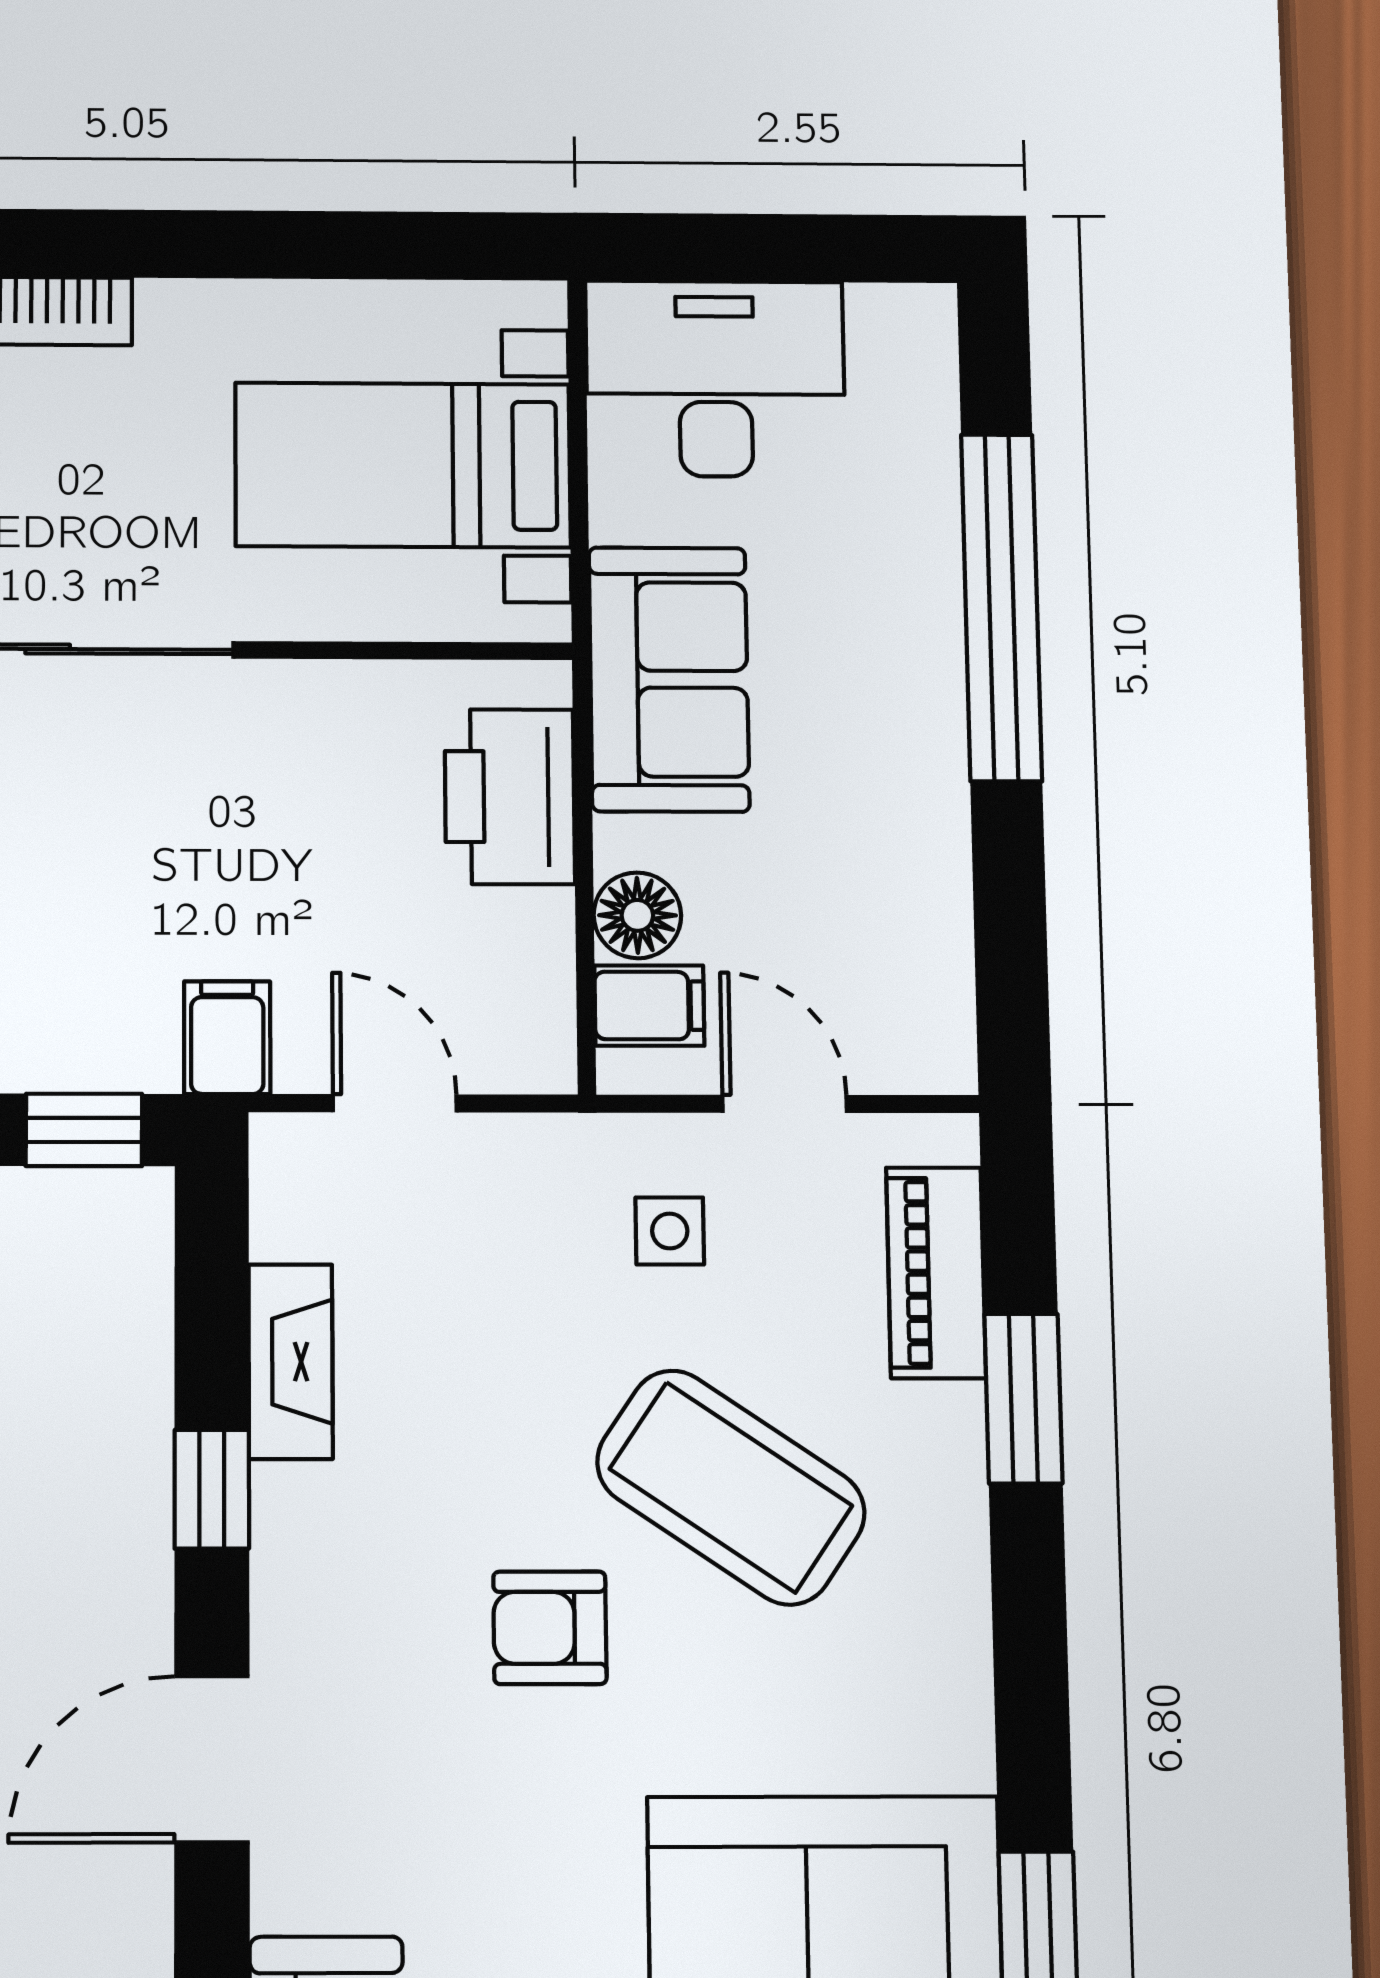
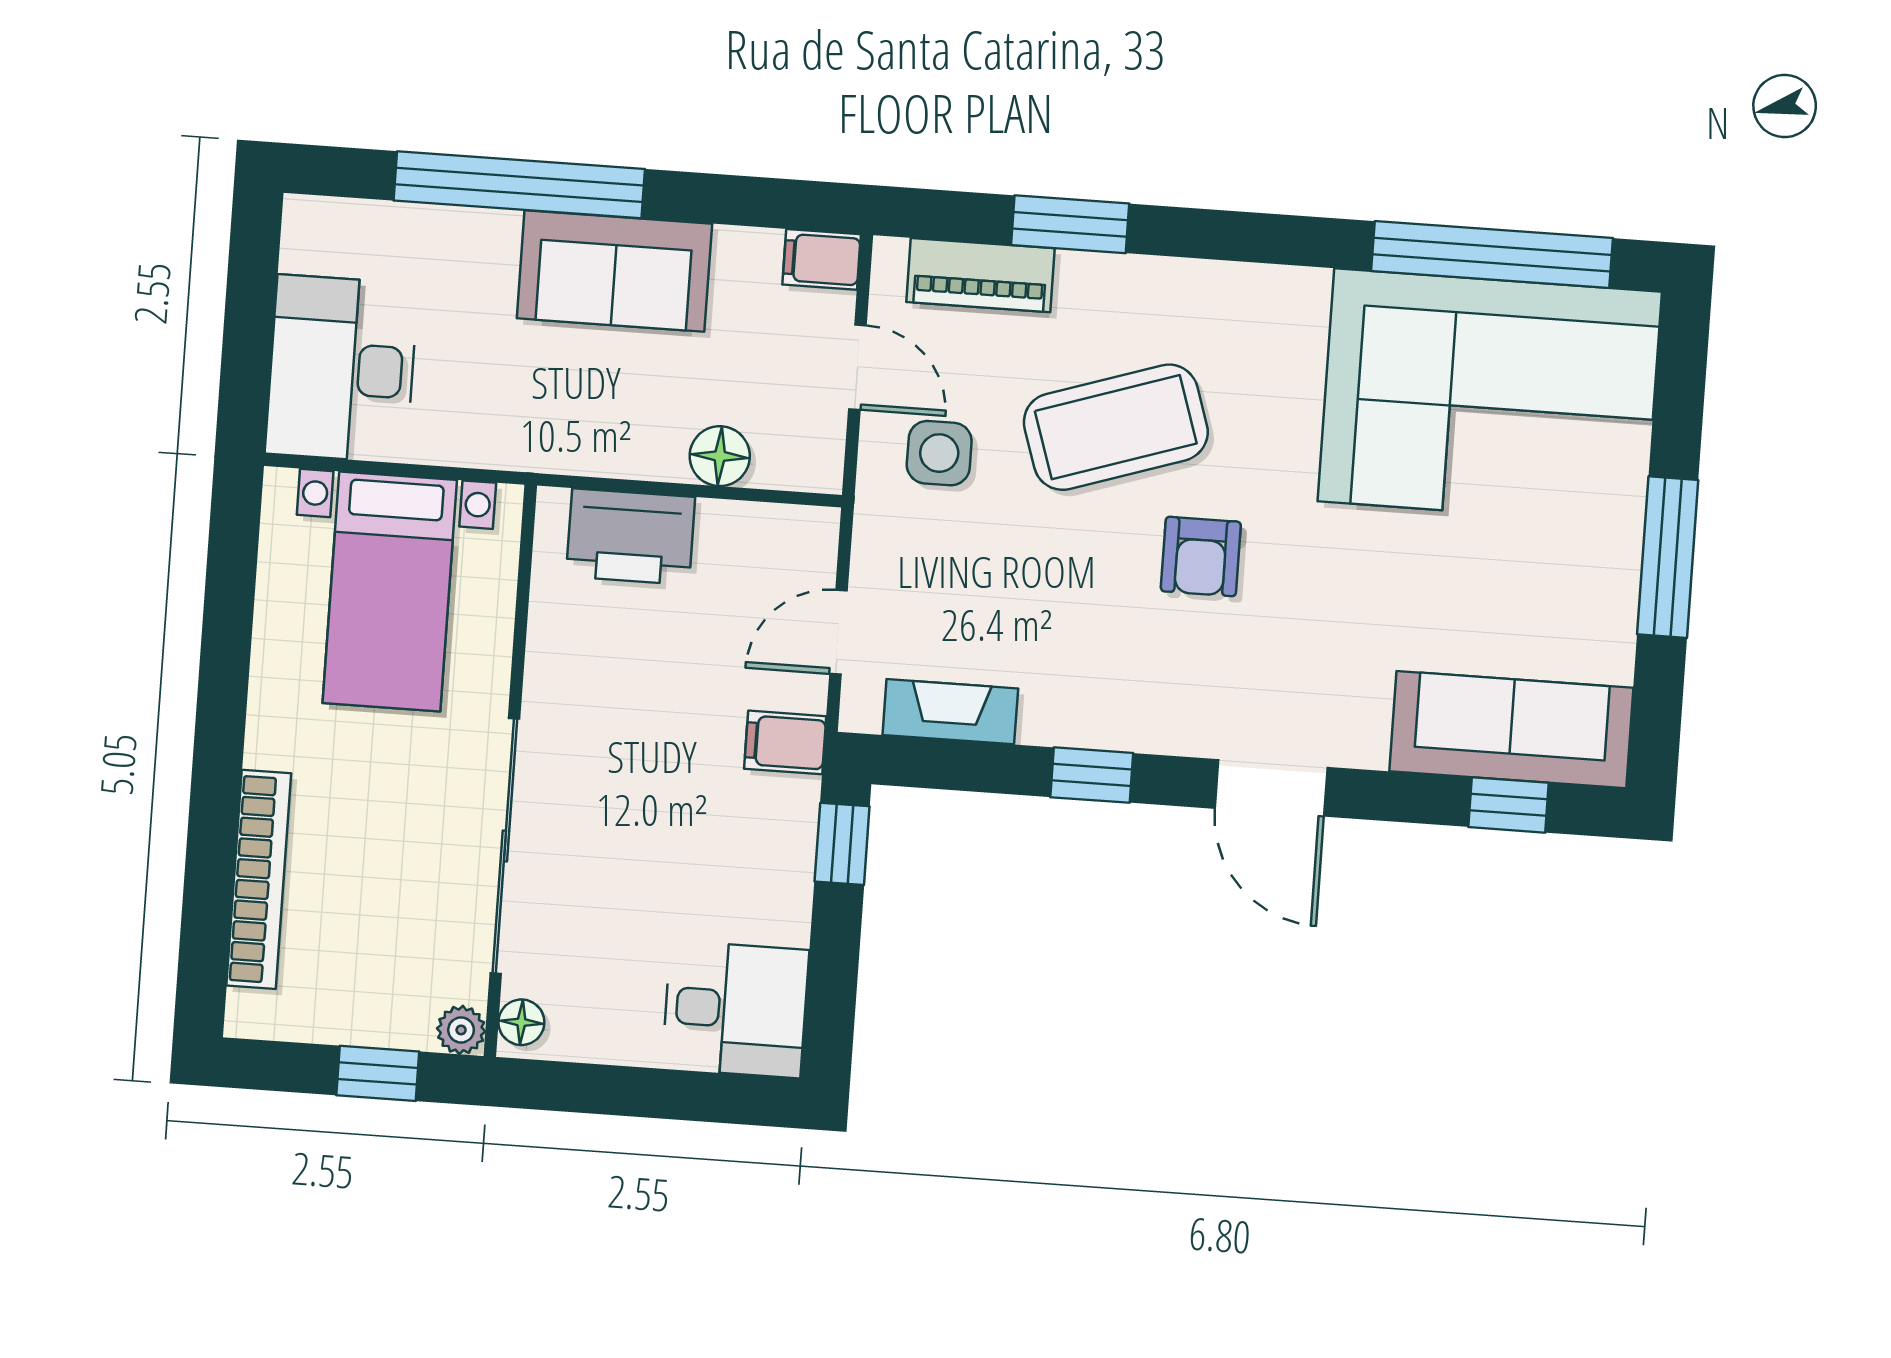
sofa: (669, 679) -> (614, 271), moved, turned 180
filing cabinet: (649, 1006) -> (822, 259), moved, turned -90
door: (785, 1104) -> (857, 367), swing flipped
side table: (670, 1231) -> (939, 453), width x1.37, depth x1.37
fireplace: (291, 1362) -> (950, 712), moved
coffee table: (731, 1487) -> (1116, 427), turned 38

